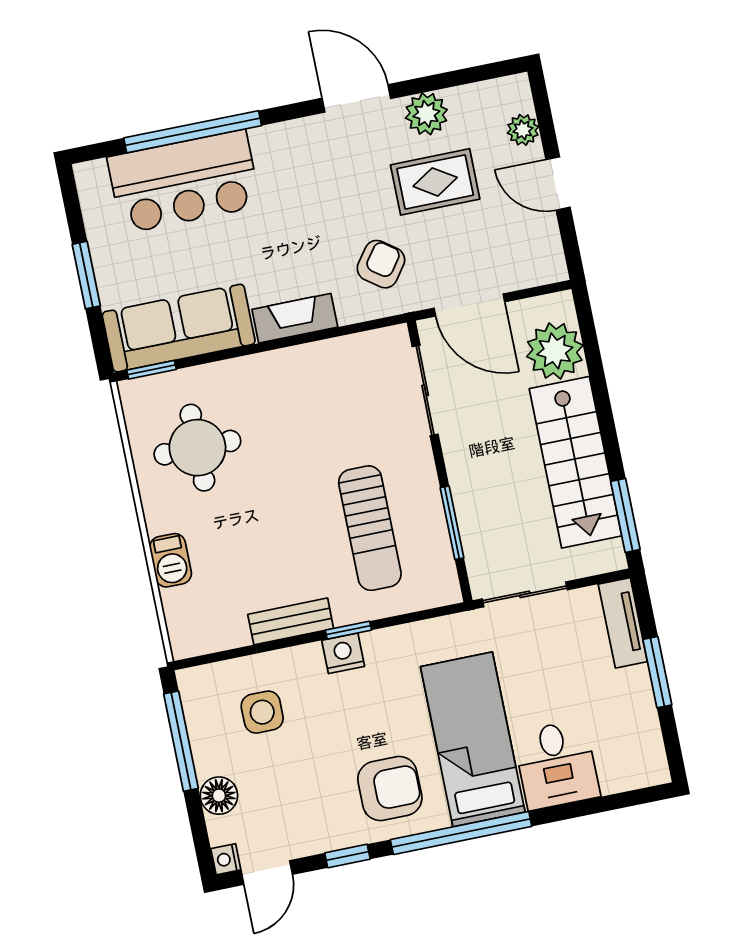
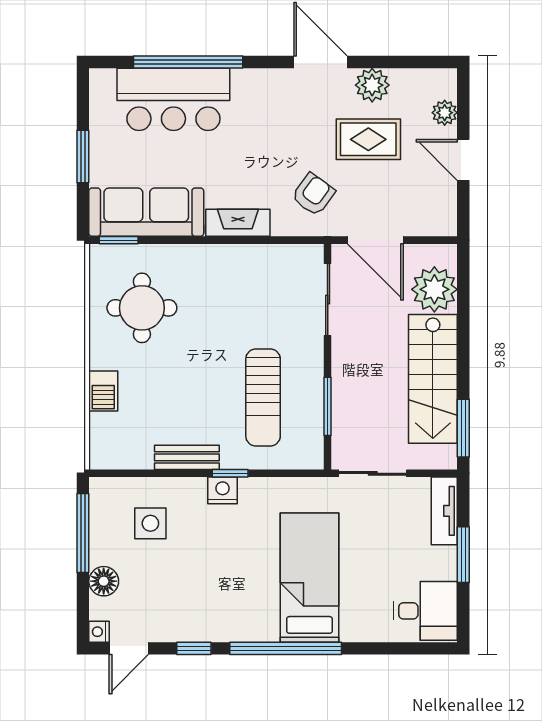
desk: (557, 765) -> (425, 611), moved, turned -90
armchair: (390, 789) -> (237, 603), removed

